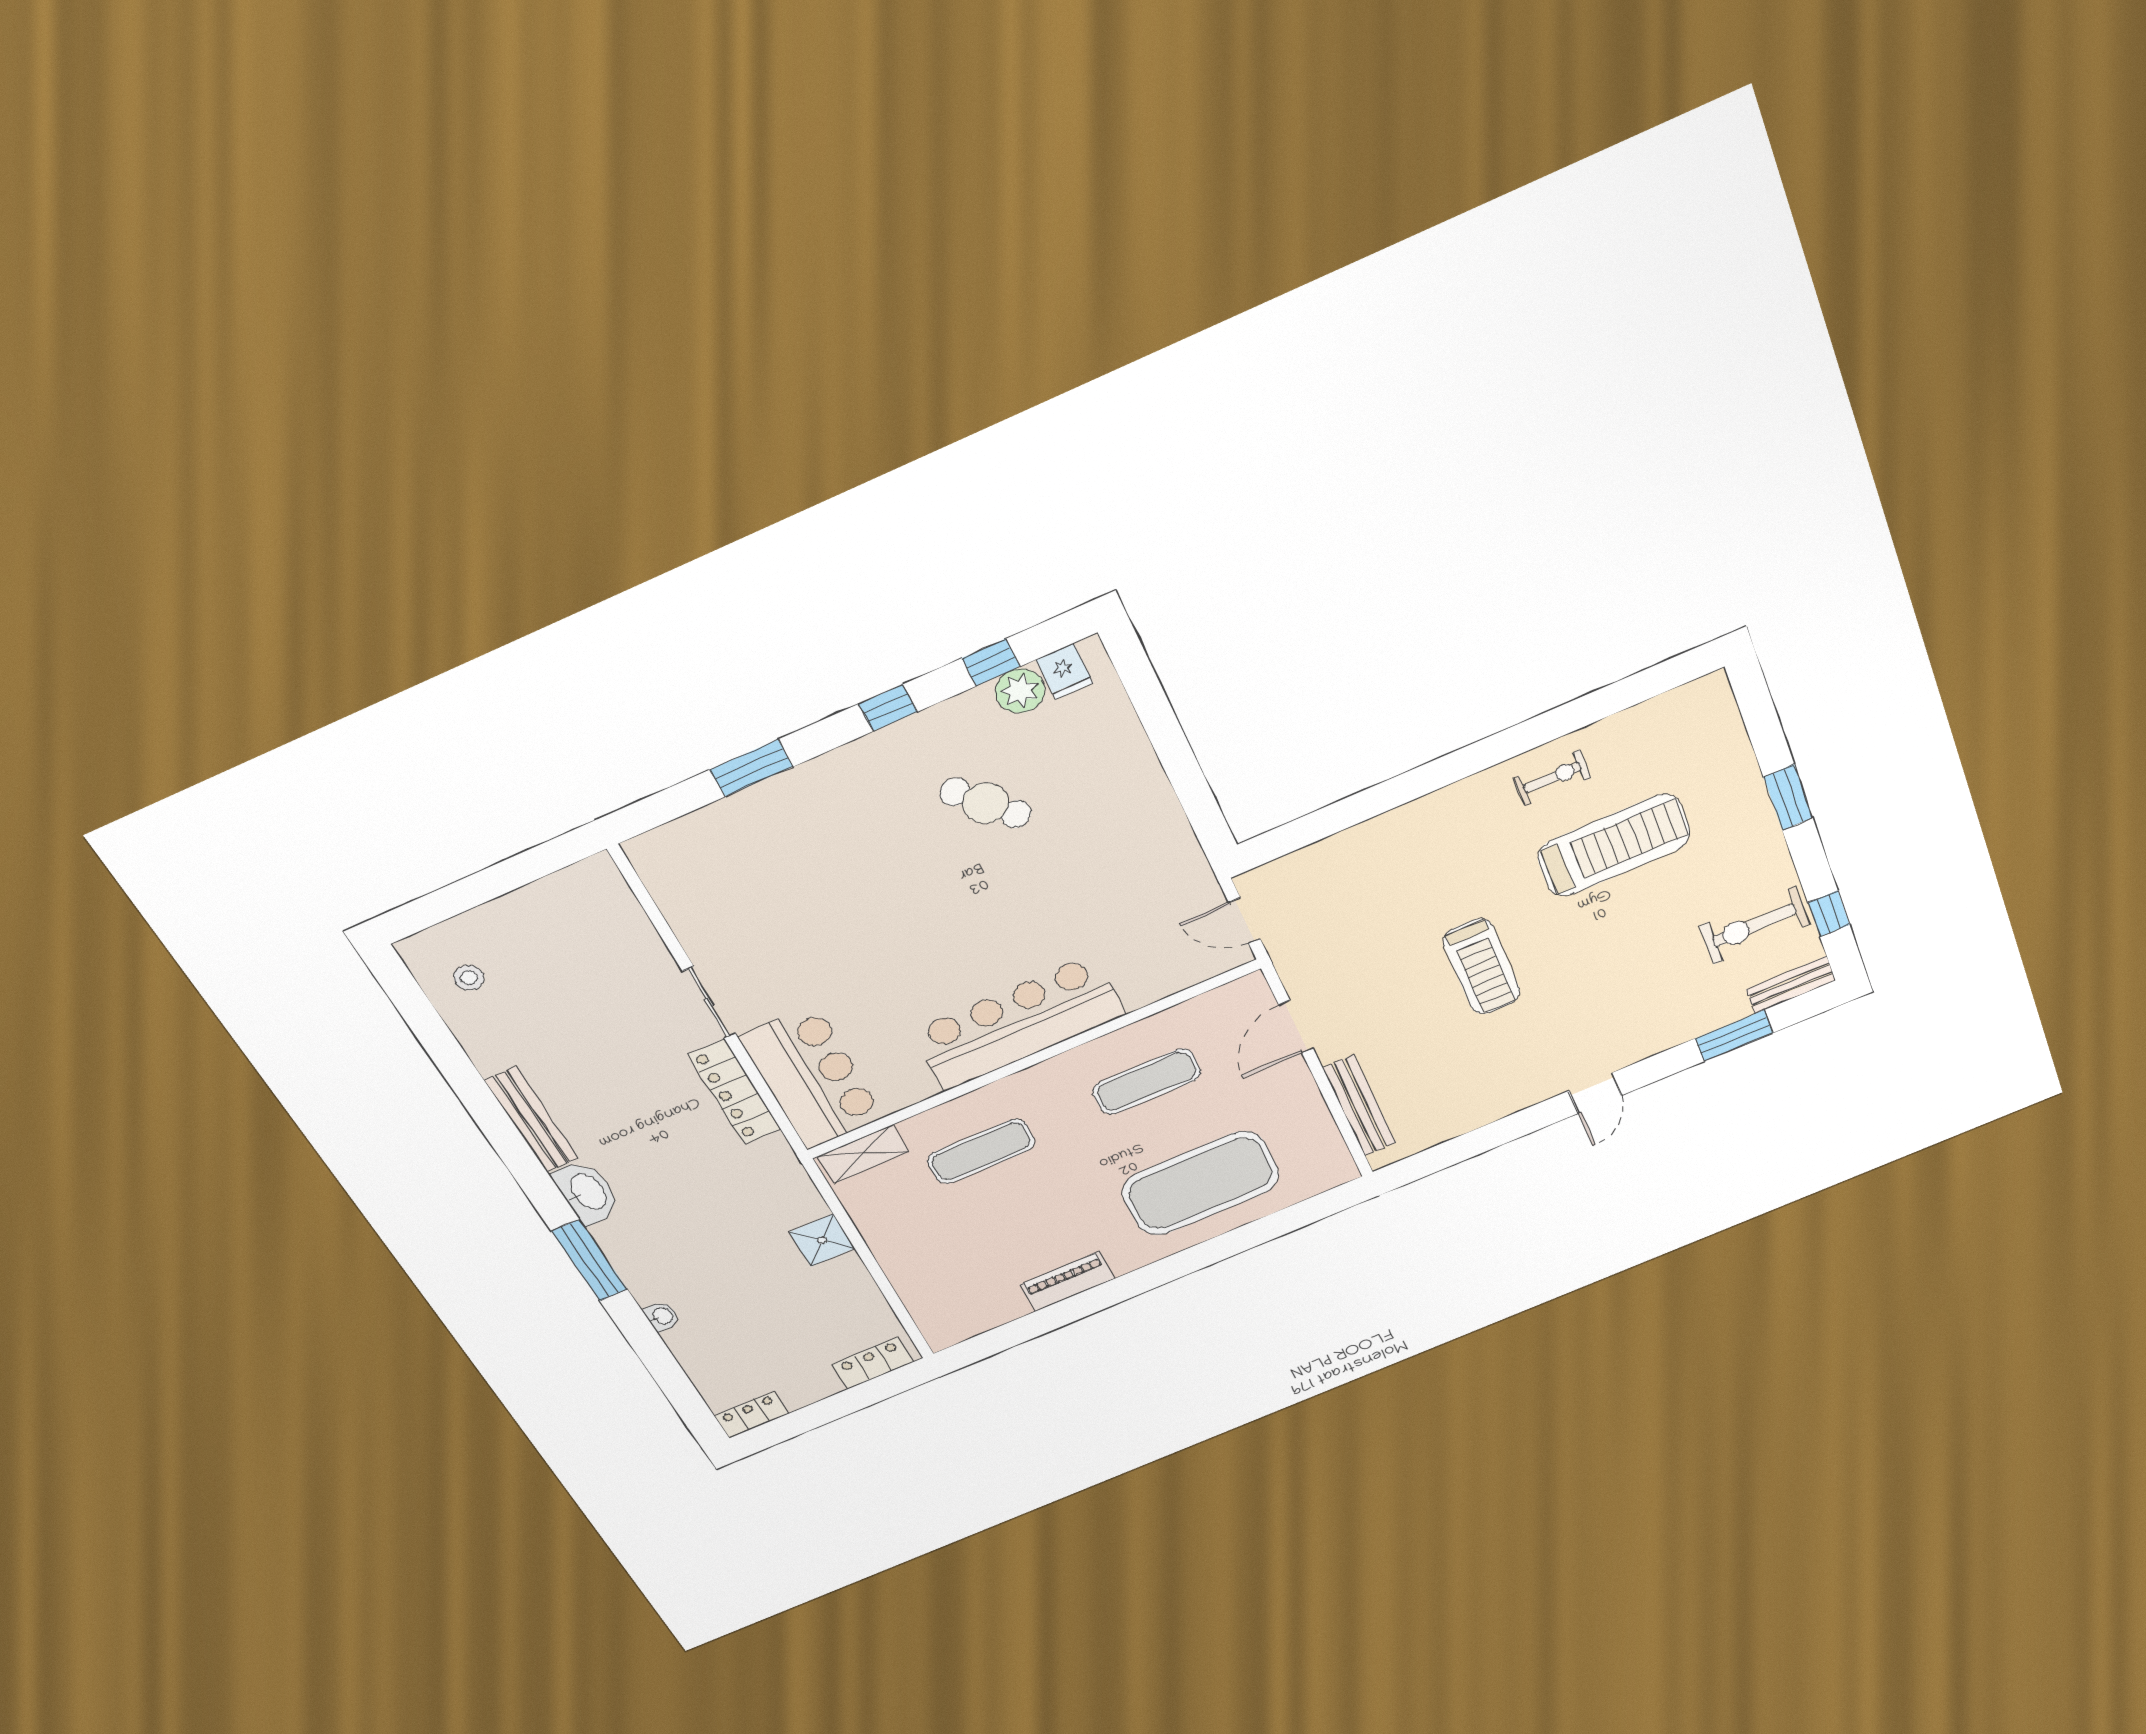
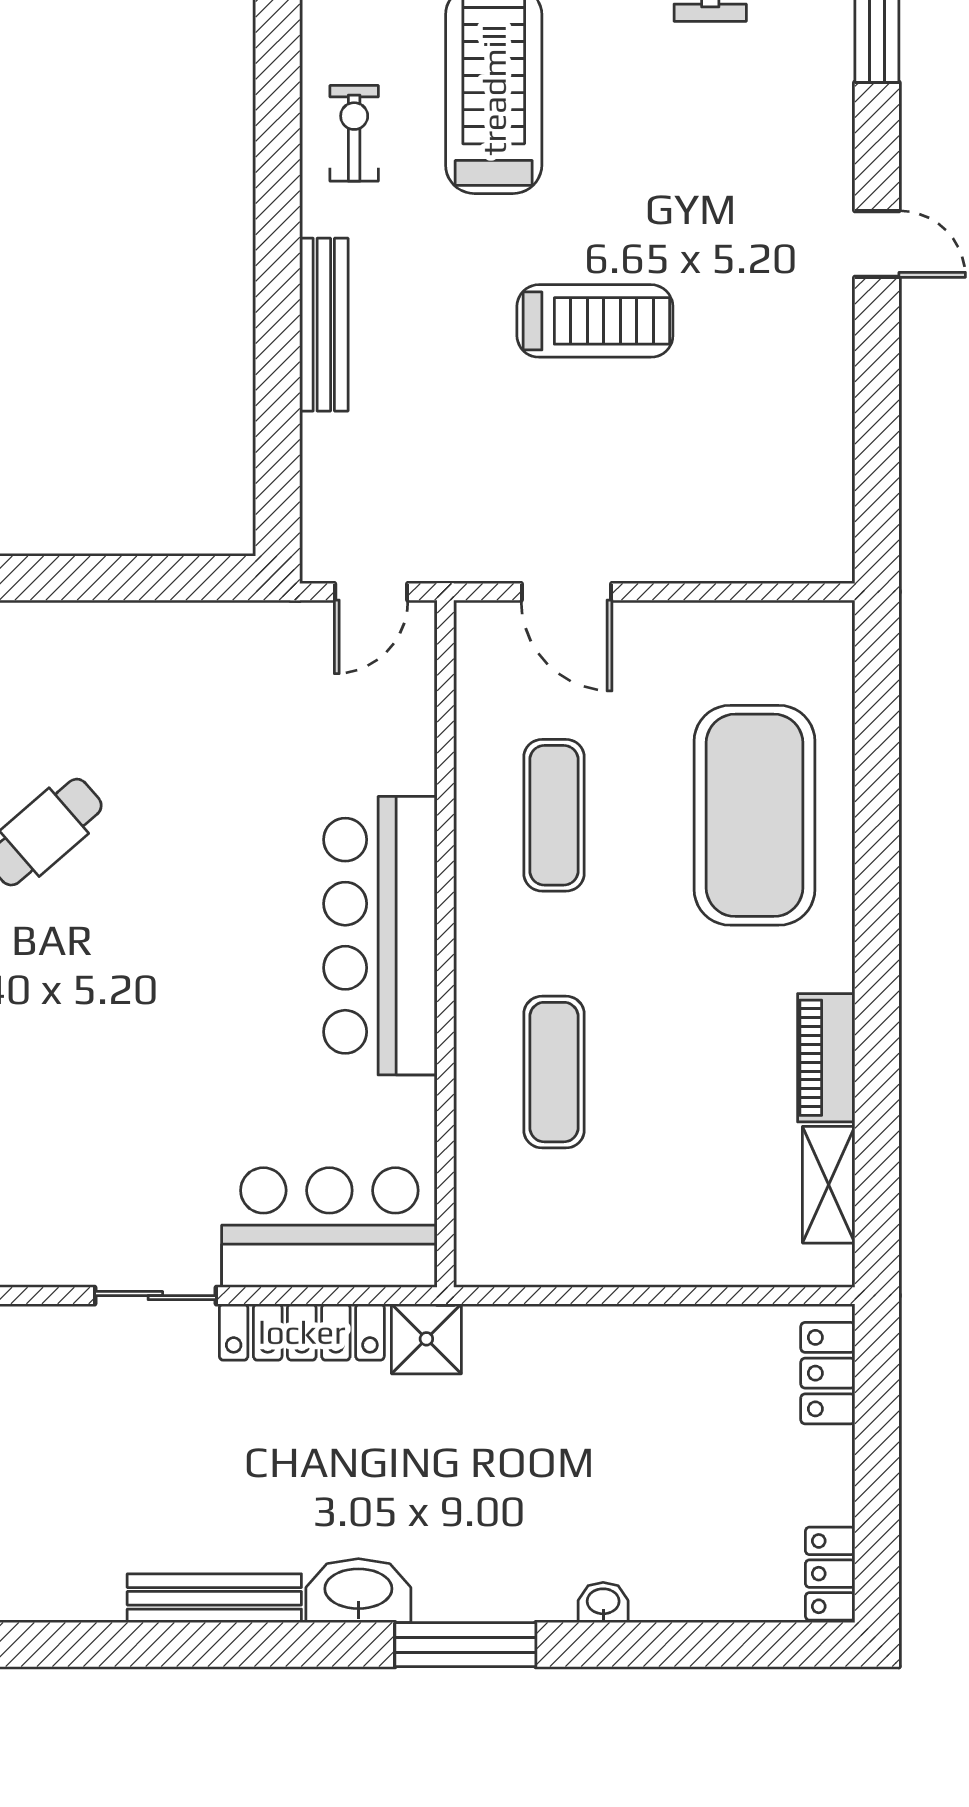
bench: (1359, 1106) -> (324, 325), moved, turned 90
shelving: (863, 1154) -> (829, 1185), moved
shower: (822, 1240) -> (426, 1339), moved

